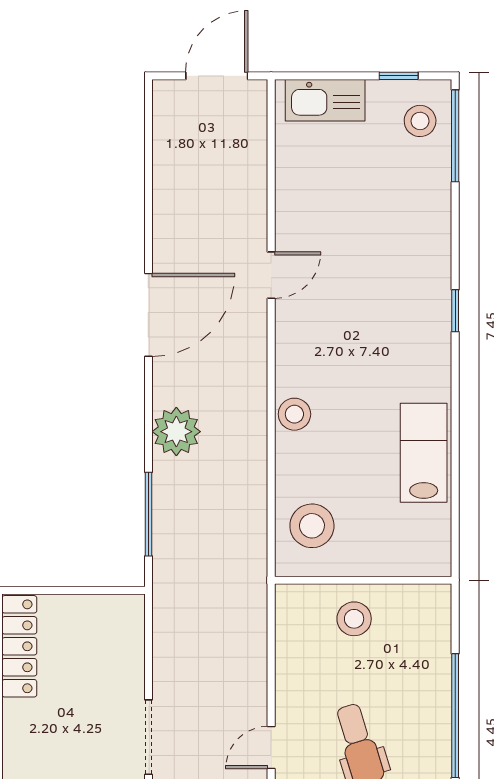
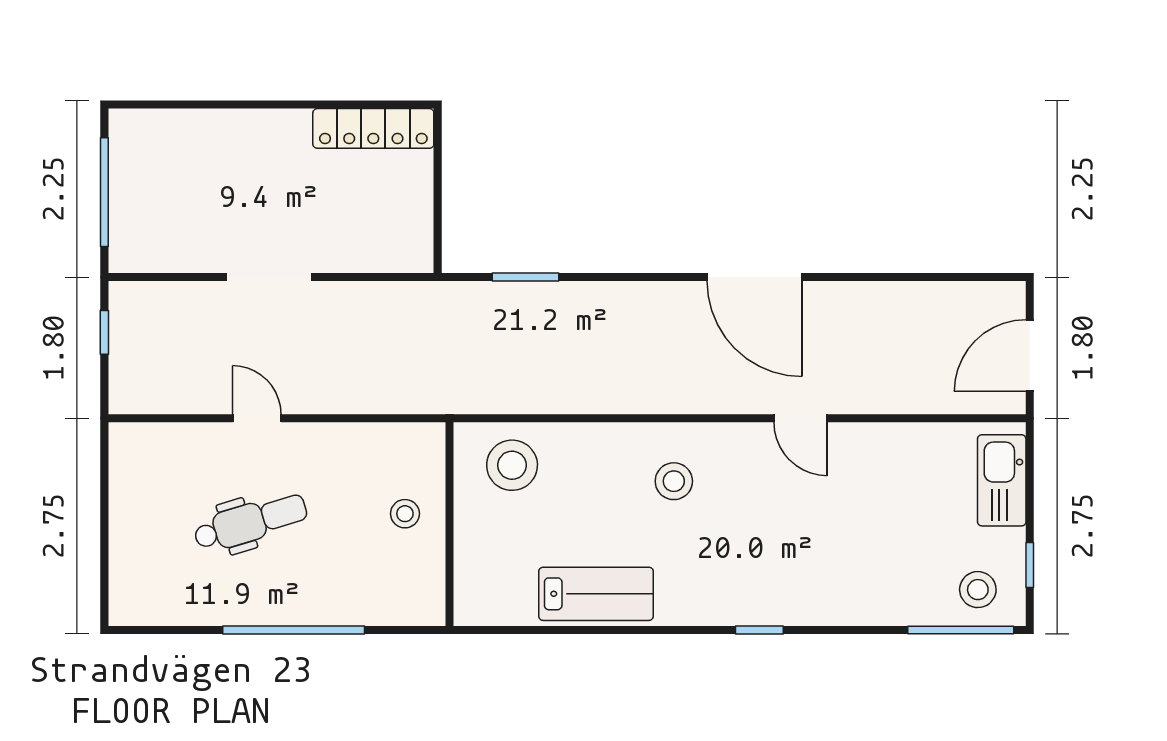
door: (217, 76) -> (1030, 356), swing flipped
stool: (294, 414) -> (674, 481), moved
plant: (176, 432) -> (620, 309), removed
window: (148, 514) -> (526, 277), width x0.69
stool: (354, 619) -> (405, 514), width x0.73, depth x0.73

